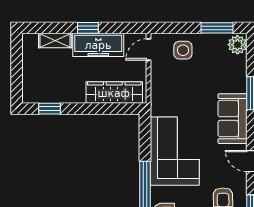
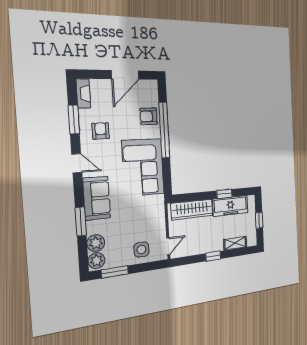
freezer: (98, 45) -> (230, 206), moved, turned 180
plant: (237, 66) -> (96, 243), added
window: (17, 67) -> (259, 220), added
window: (50, 109) -> (224, 194), moved

